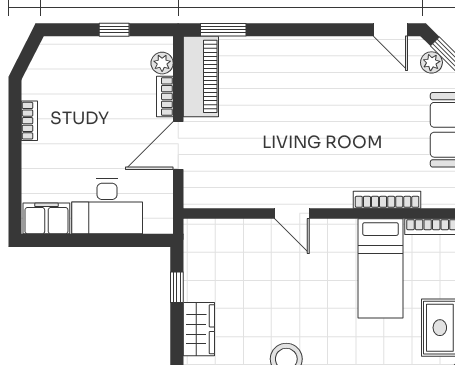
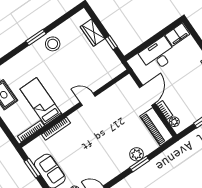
window: (223, 30) -> (140, 164), moved
plant: (272, 51) -> (137, 154), added

